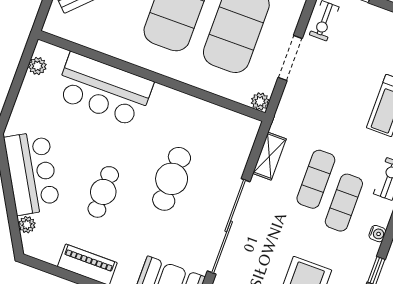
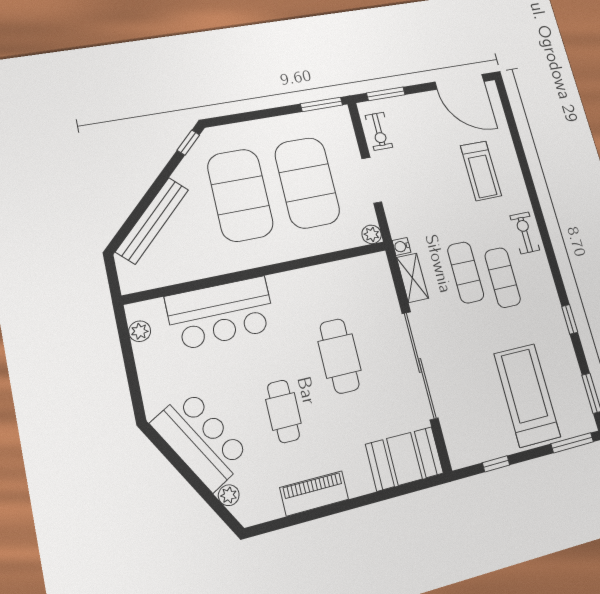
water cooler: (377, 234) -> (401, 246), moved, turned 180

